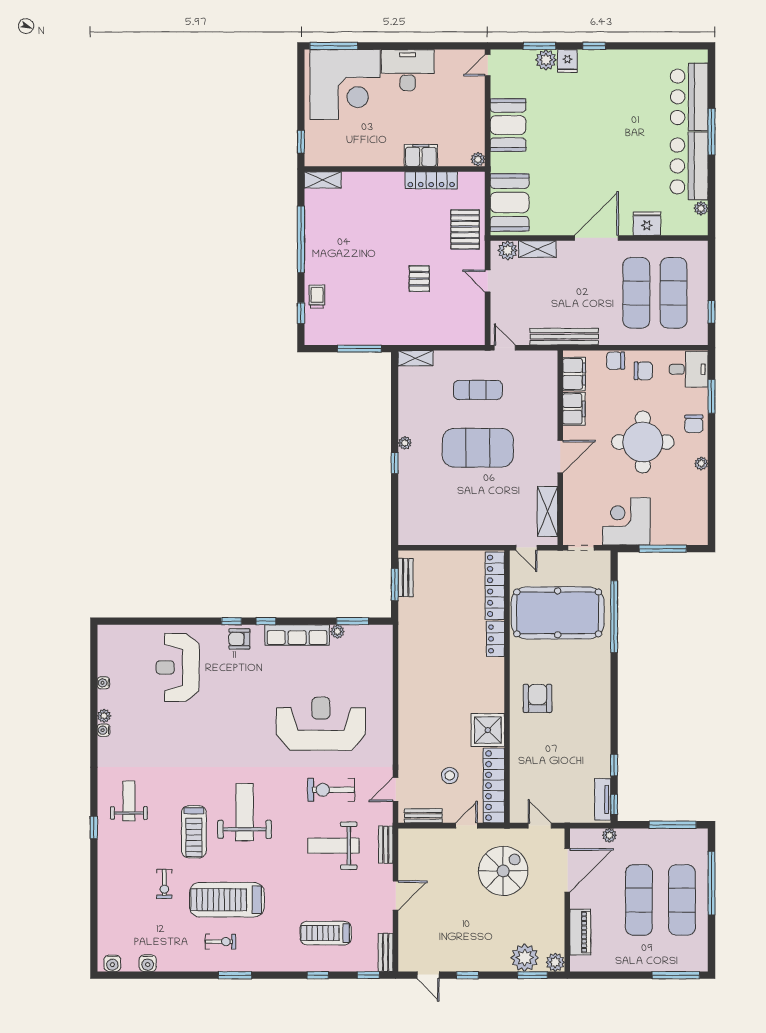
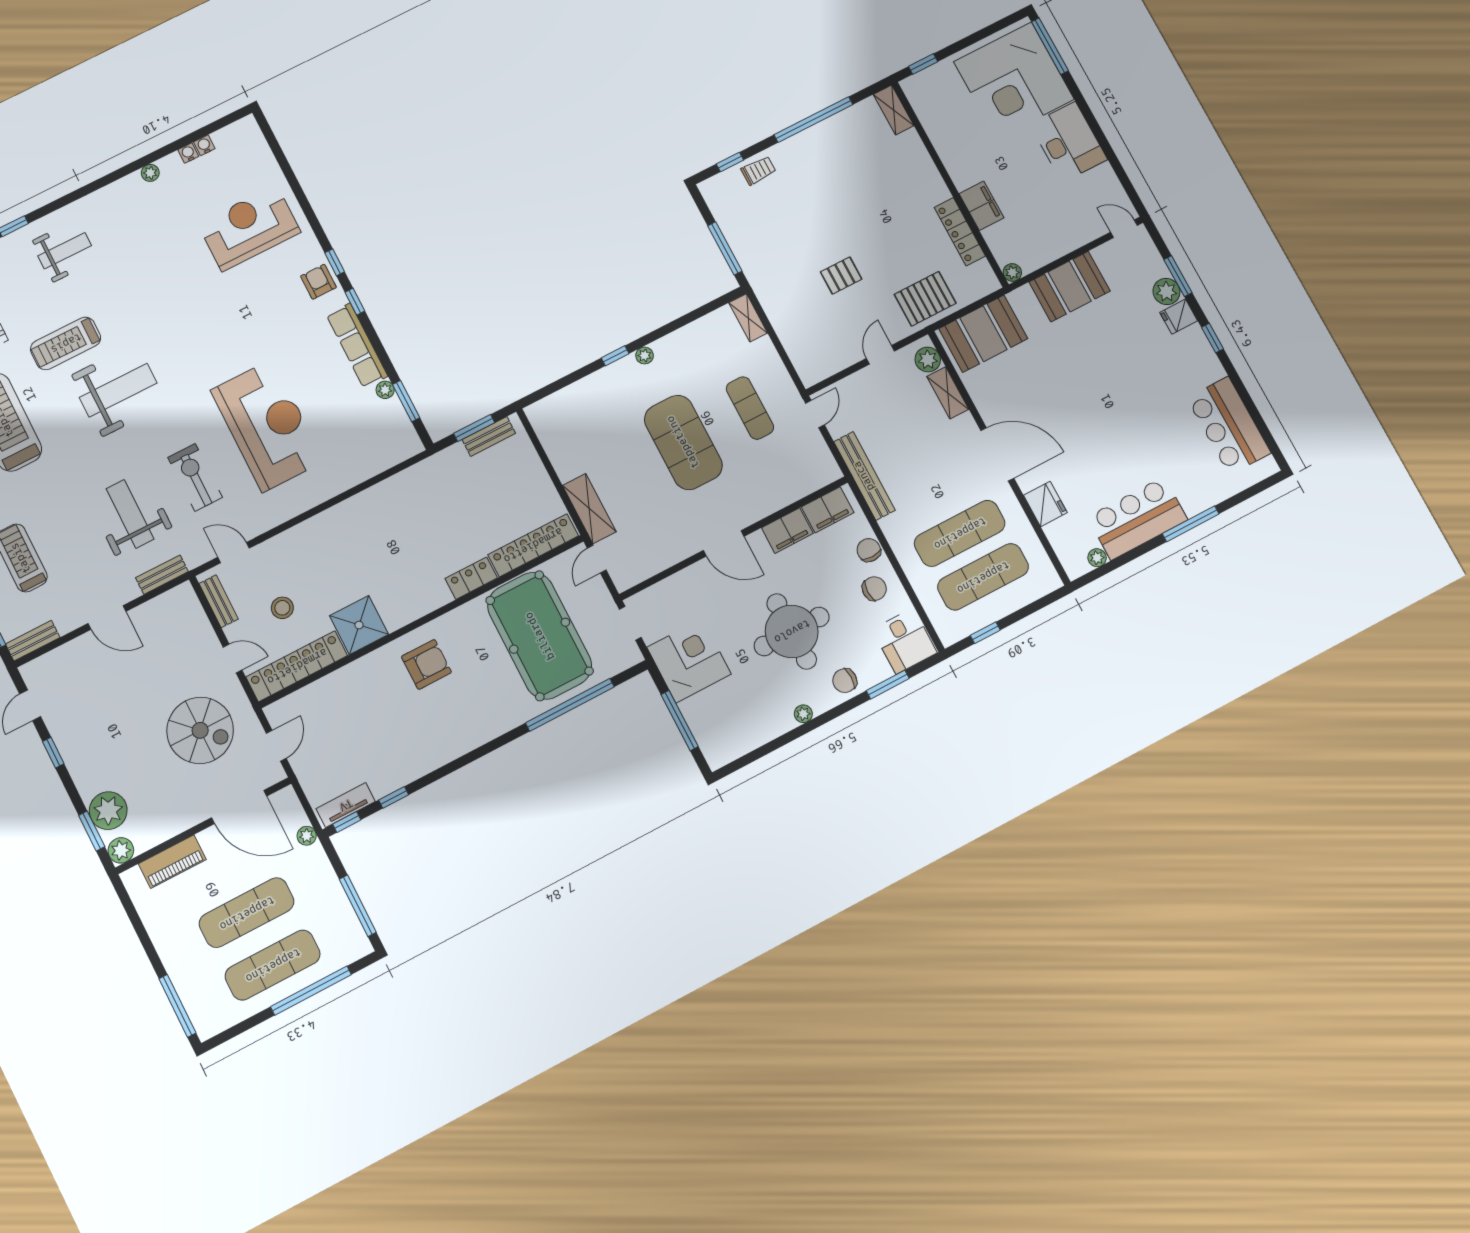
bar counter: (689, 97) -> (1229, 425), moved, turned -90
chair: (643, 371) -> (874, 589), turned -90
shelving: (547, 511) -> (589, 509), moved, turned 90
water cooler: (104, 730) -> (204, 145), moved

